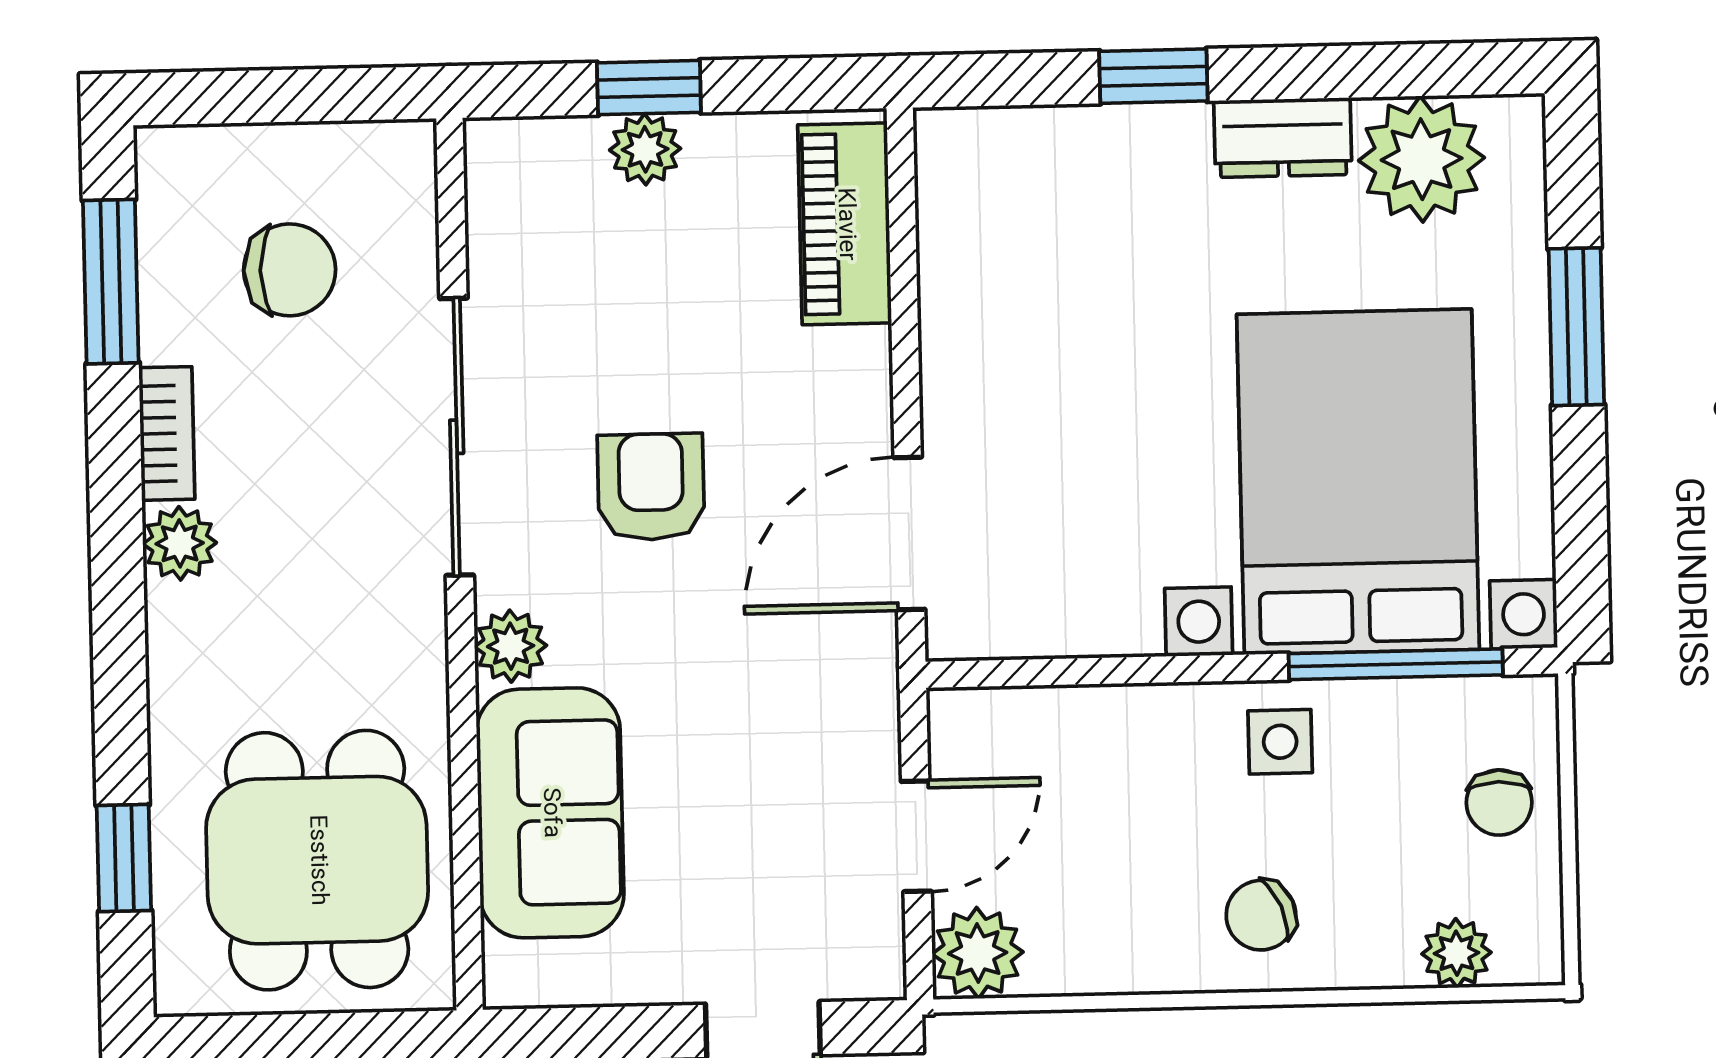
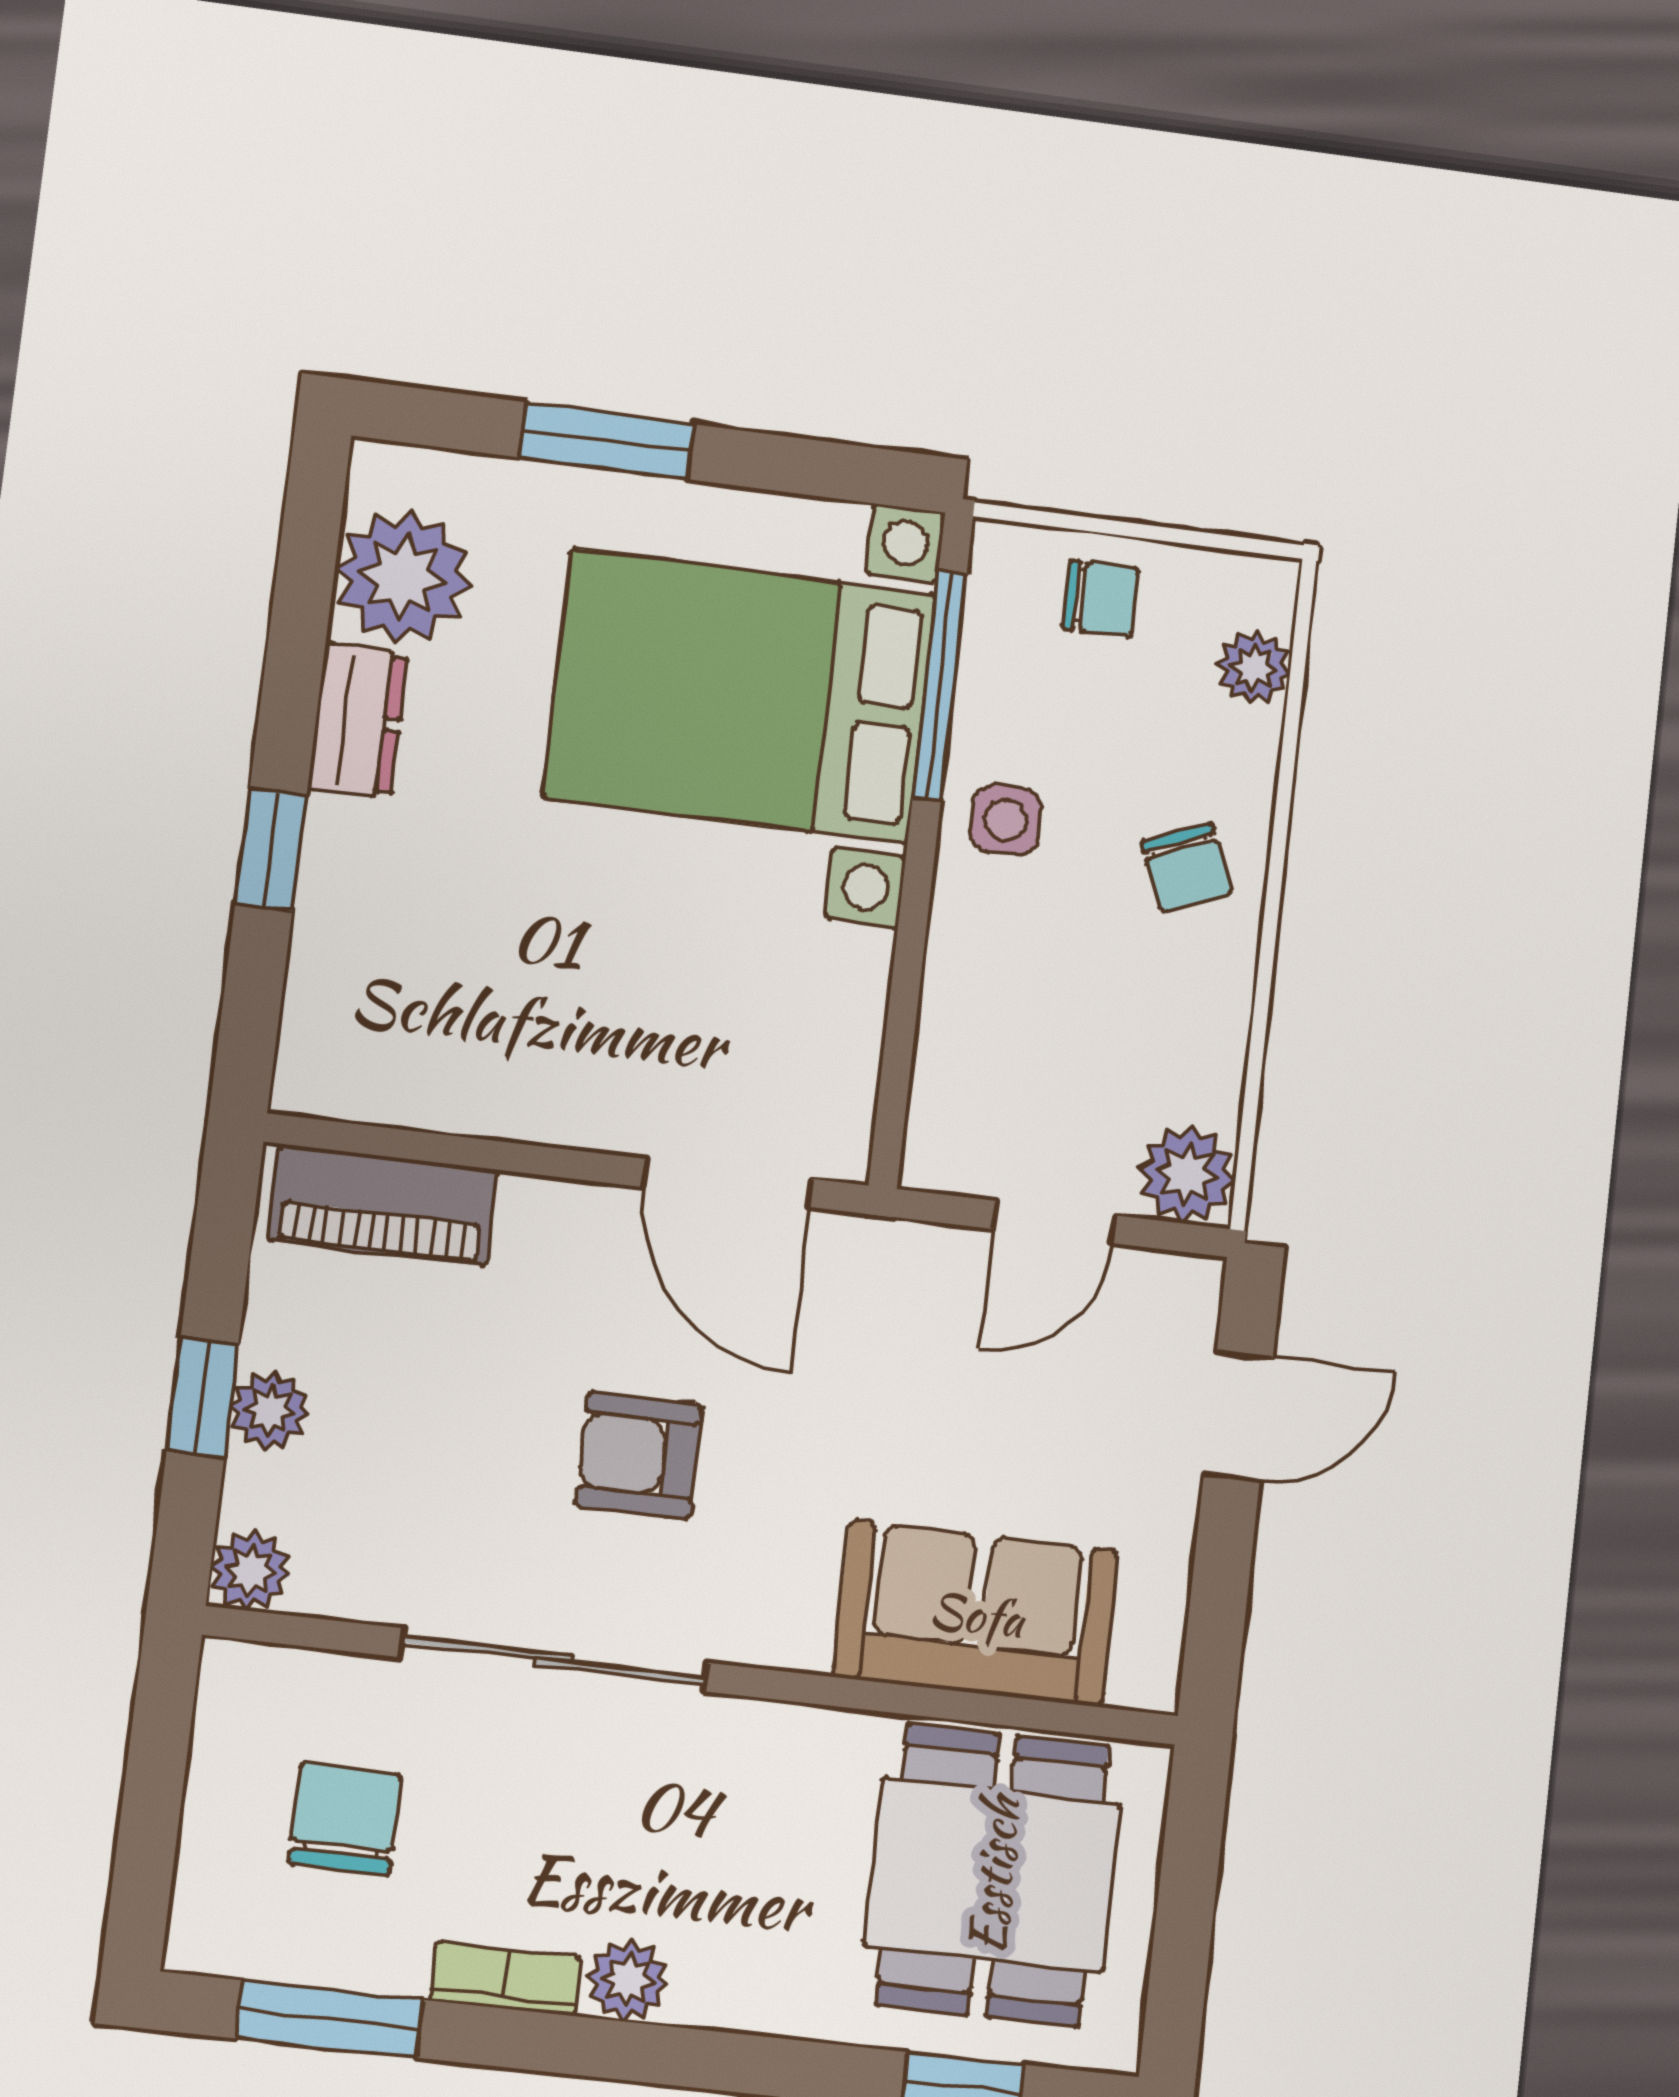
plant: (511, 646) -> (250, 1571), moved
door: (916, 836) -> (1054, 1222), swing flipped
dining table: (317, 860) -> (993, 1875), turned 90

